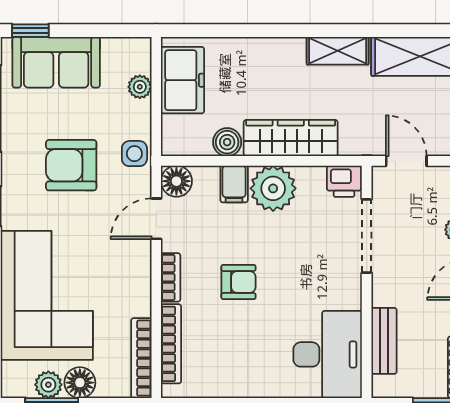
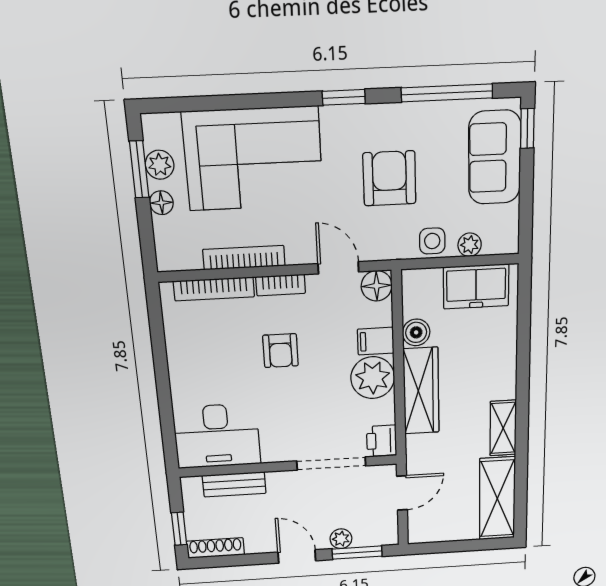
side table: (134, 154) -> (432, 241), moved
bookcase: (141, 358) -> (244, 258), moved
floor lamp: (80, 383) -> (161, 203), width x0.73, depth x0.73

